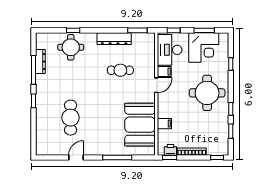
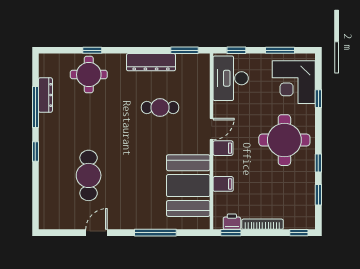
corner desk: (204, 47) -> (294, 82), moved, turned 90
filing cabinet: (164, 71) -> (223, 148), moved

